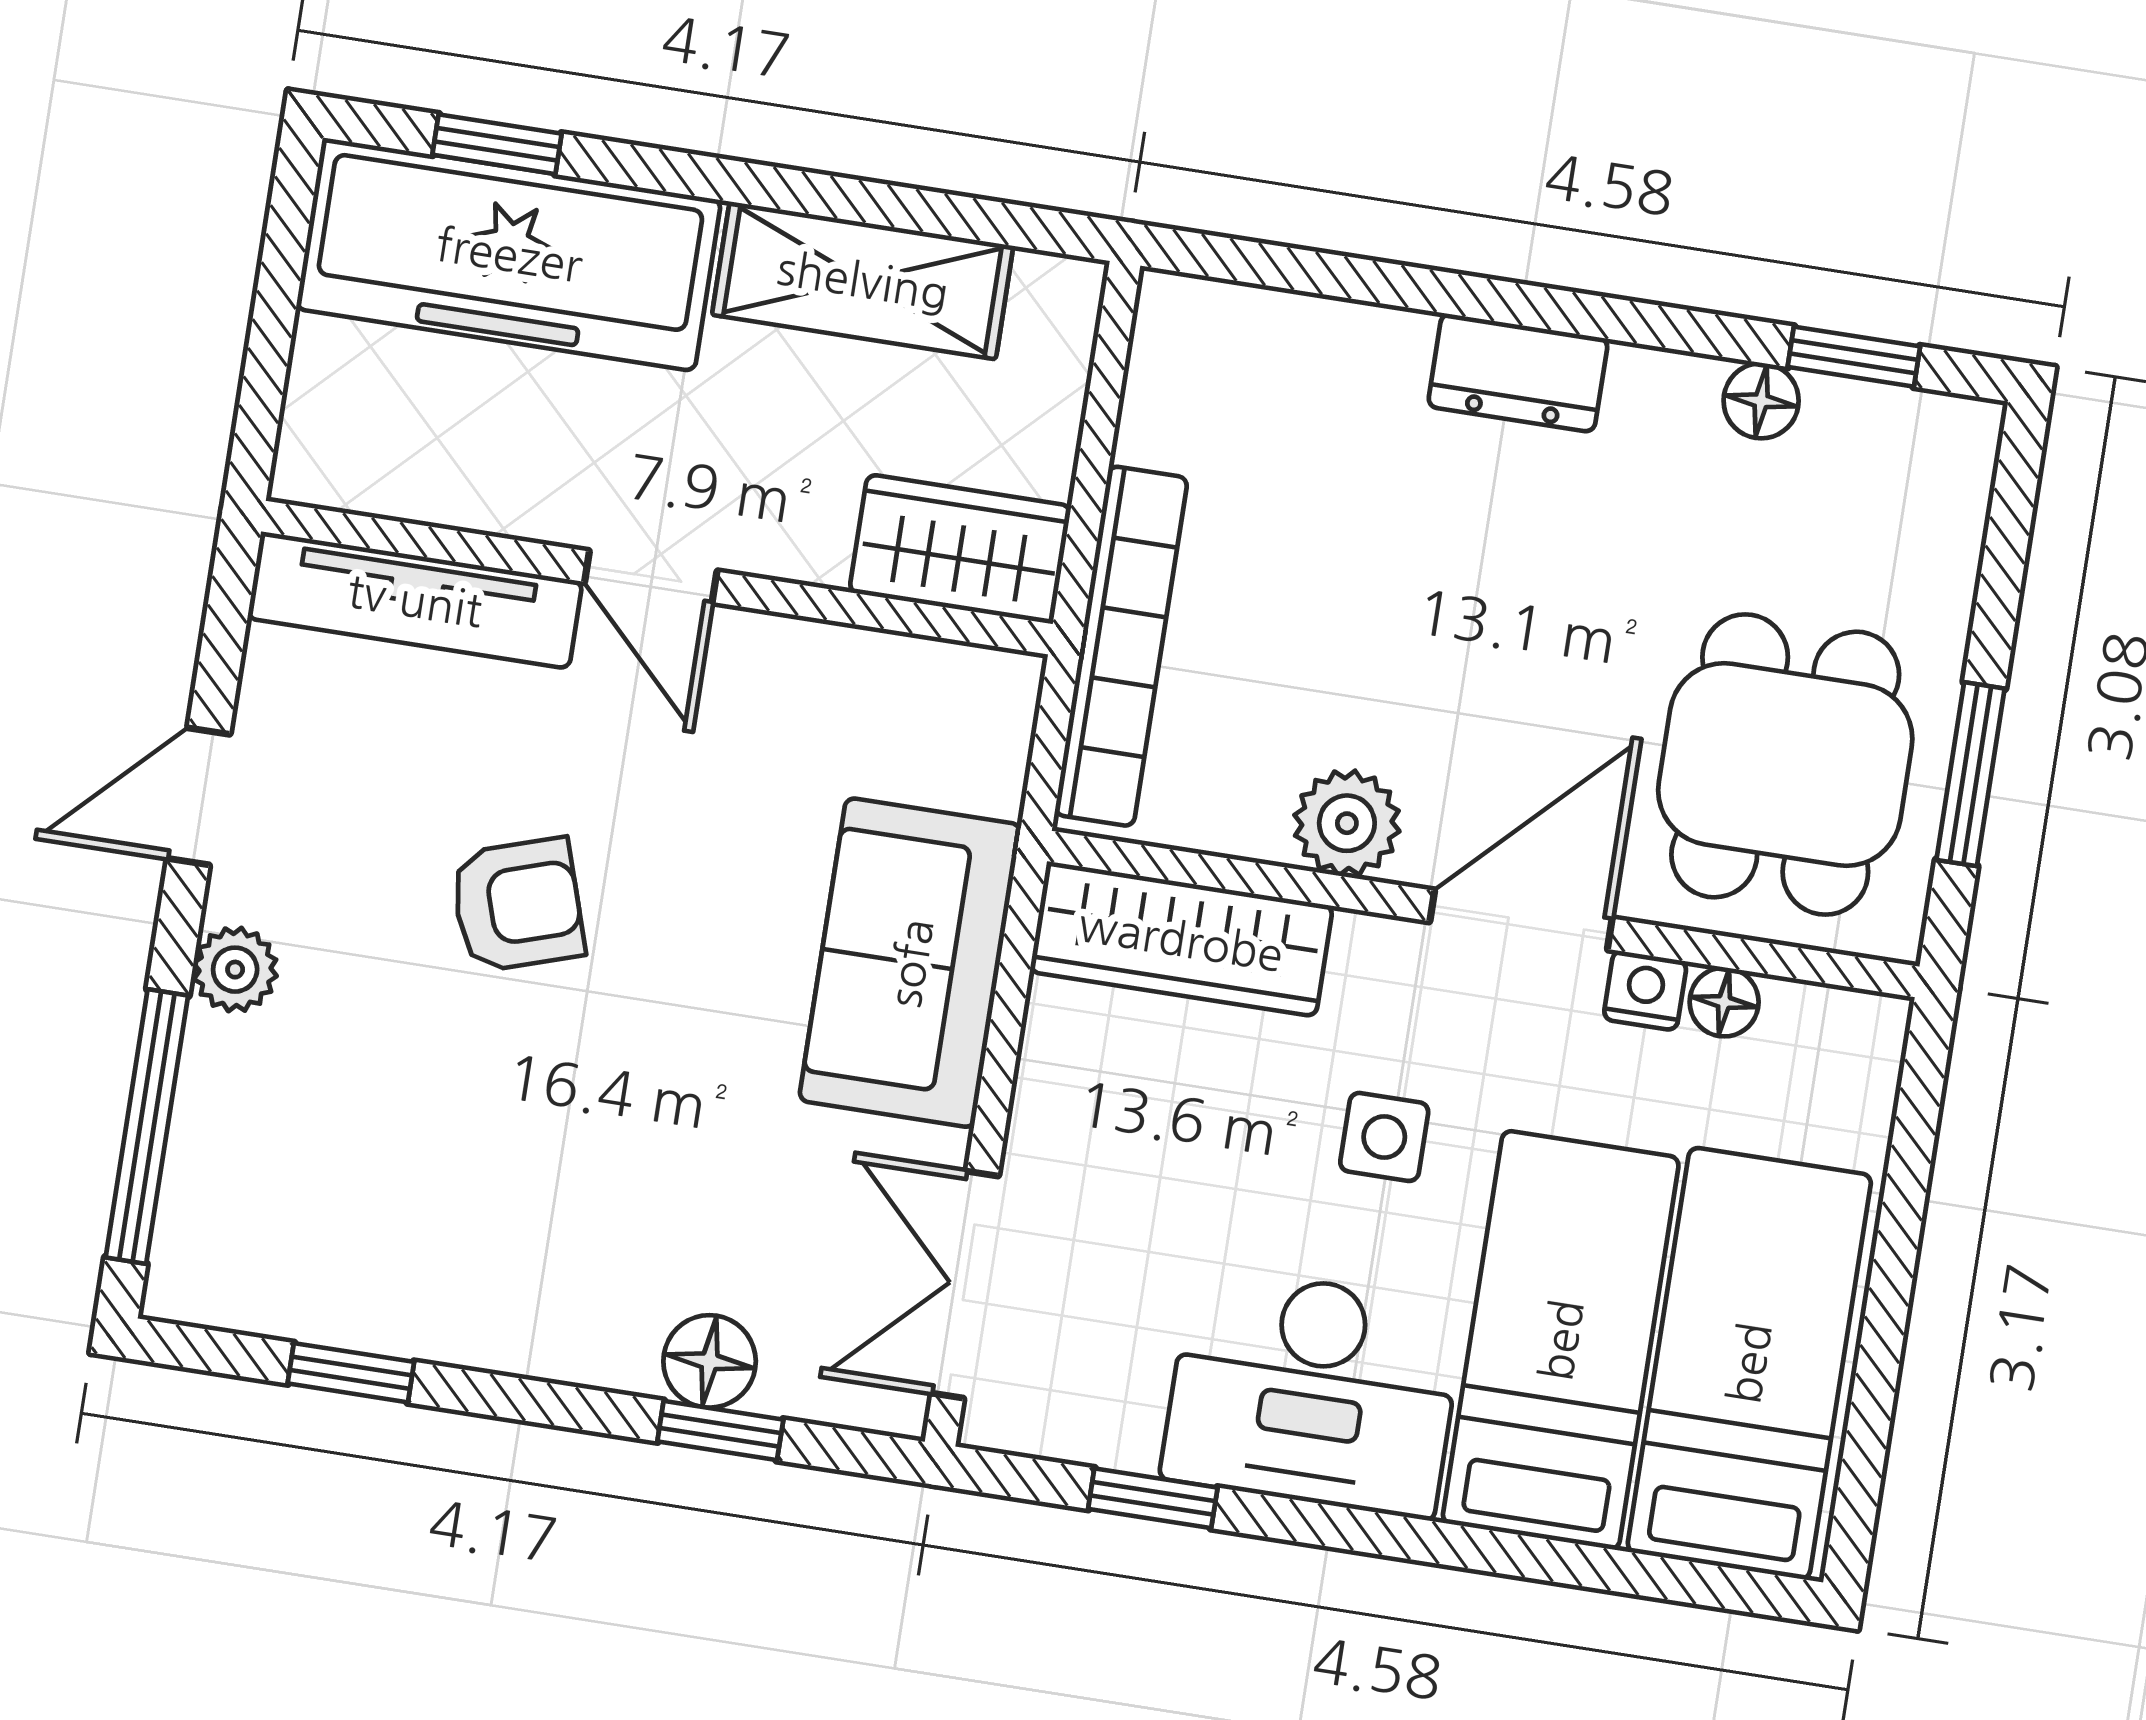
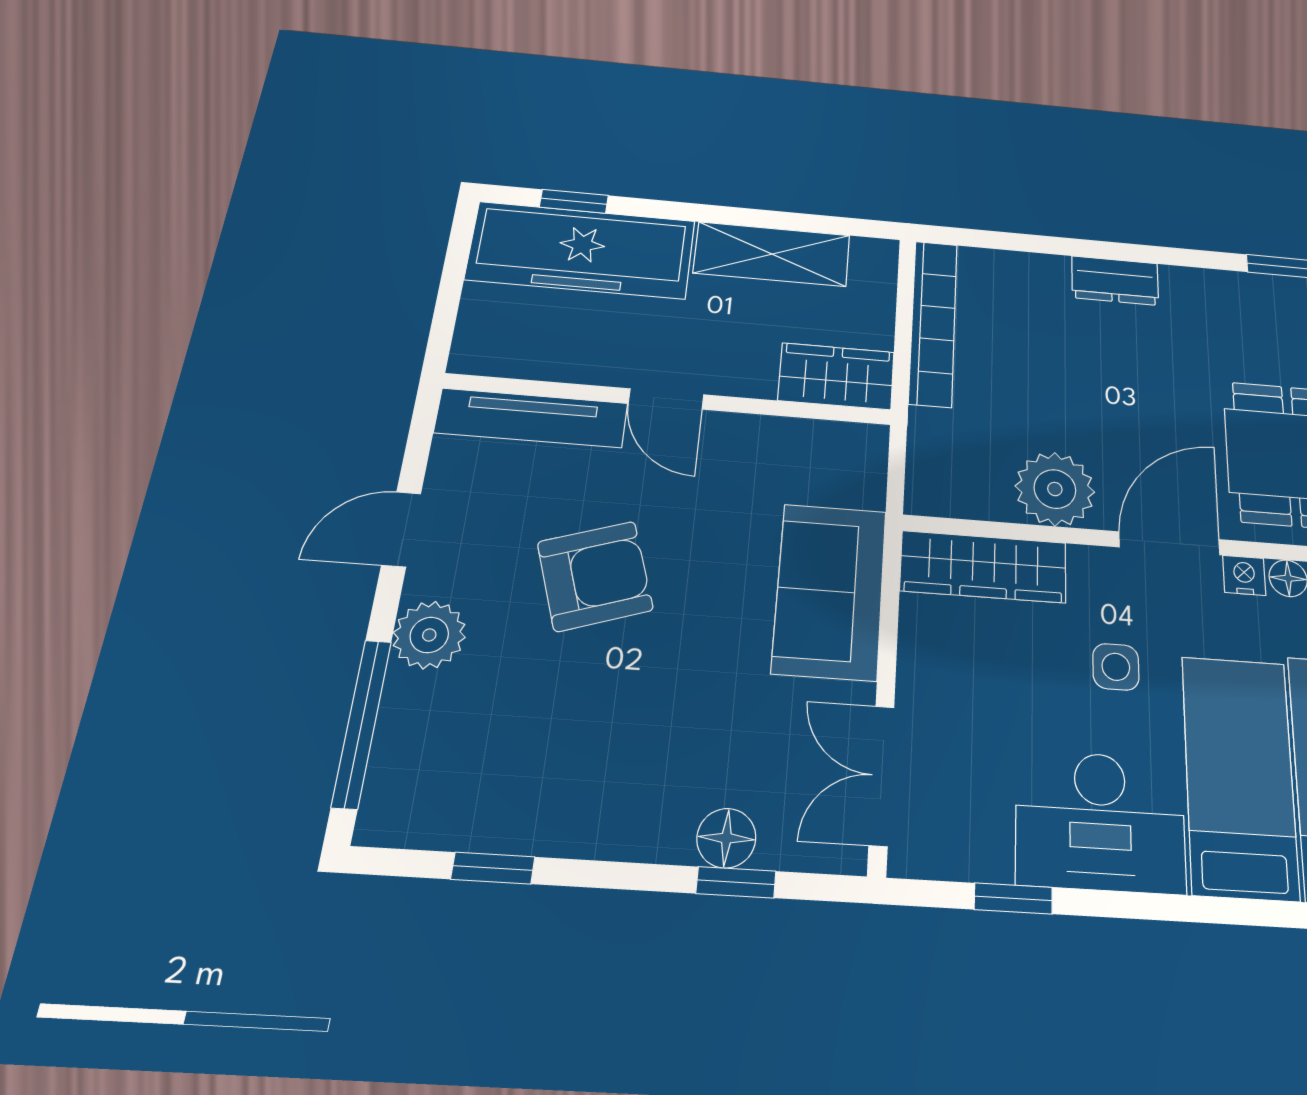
floor lamp: (1761, 401) -> (1238, 287), removed
bookcase: (1121, 646) -> (933, 323), moved
plant: (1347, 823) -> (1055, 489), width x1.36, depth x1.36
armchair: (517, 905) -> (595, 576), width x1.38, depth x1.38
plant: (235, 970) -> (429, 635), width x1.38, depth x1.38

